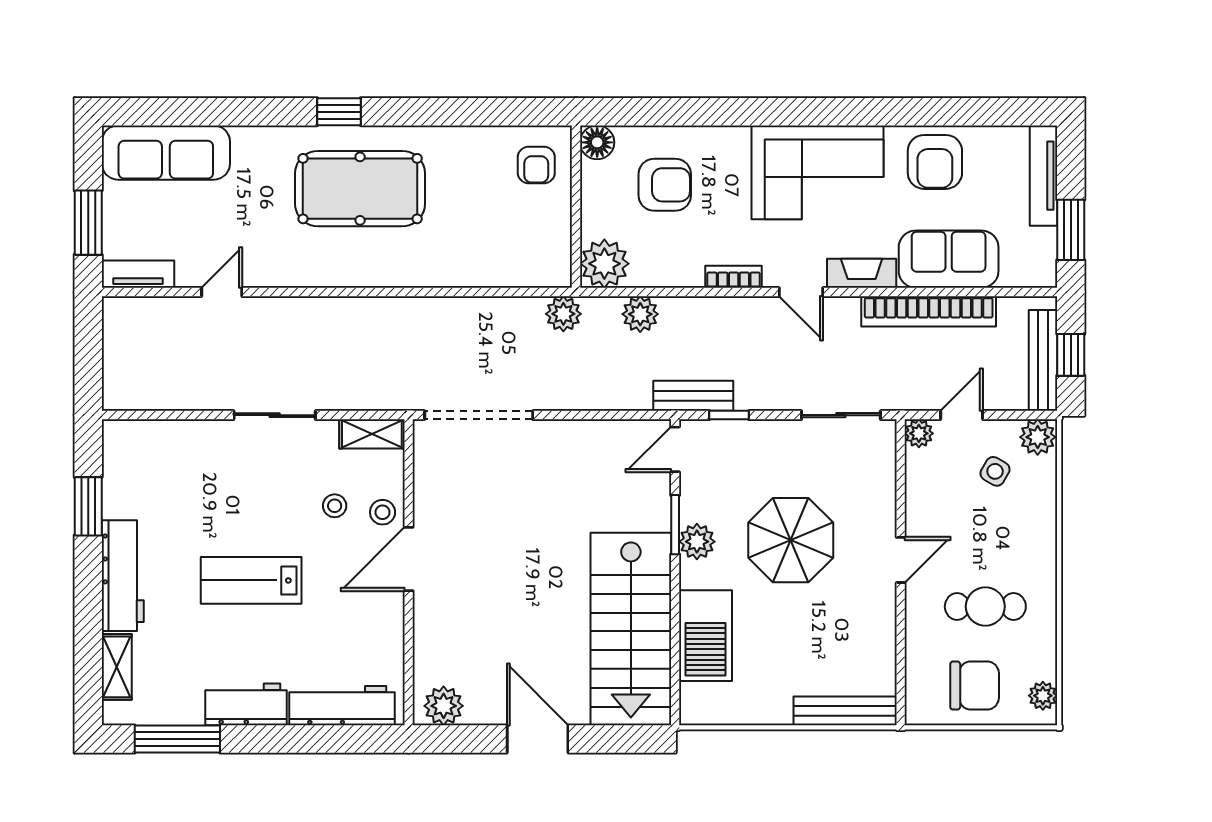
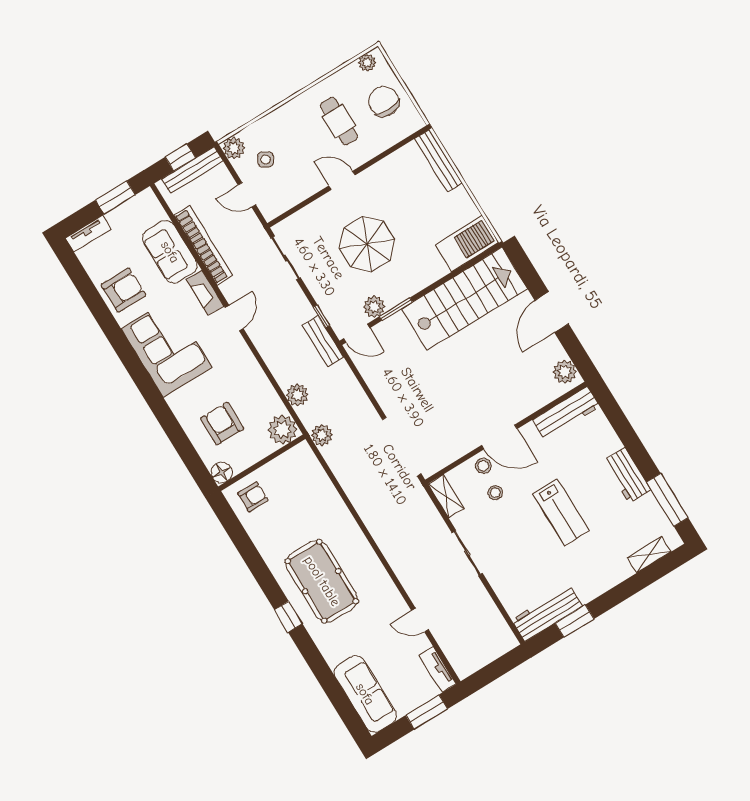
tv unit: (1043, 176) -> (88, 234), width x0.71
bookcase: (734, 277) -> (248, 358), removed
plant: (919, 433) -> (270, 211), removed
plant: (697, 542) -> (374, 307), moved
workbench: (123, 576) -> (547, 613), moved
barbecue: (705, 636) -> (467, 244), moved
workbench: (342, 706) -> (566, 413), moved, turned -90

